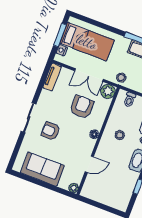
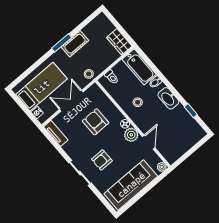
window: (60, 35) -> (23, 107), removed
double door: (89, 75) -> (71, 101), swing flipped
plant: (108, 91) -> (131, 135), moved
sofa: (42, 169) -> (131, 185), width x1.36

